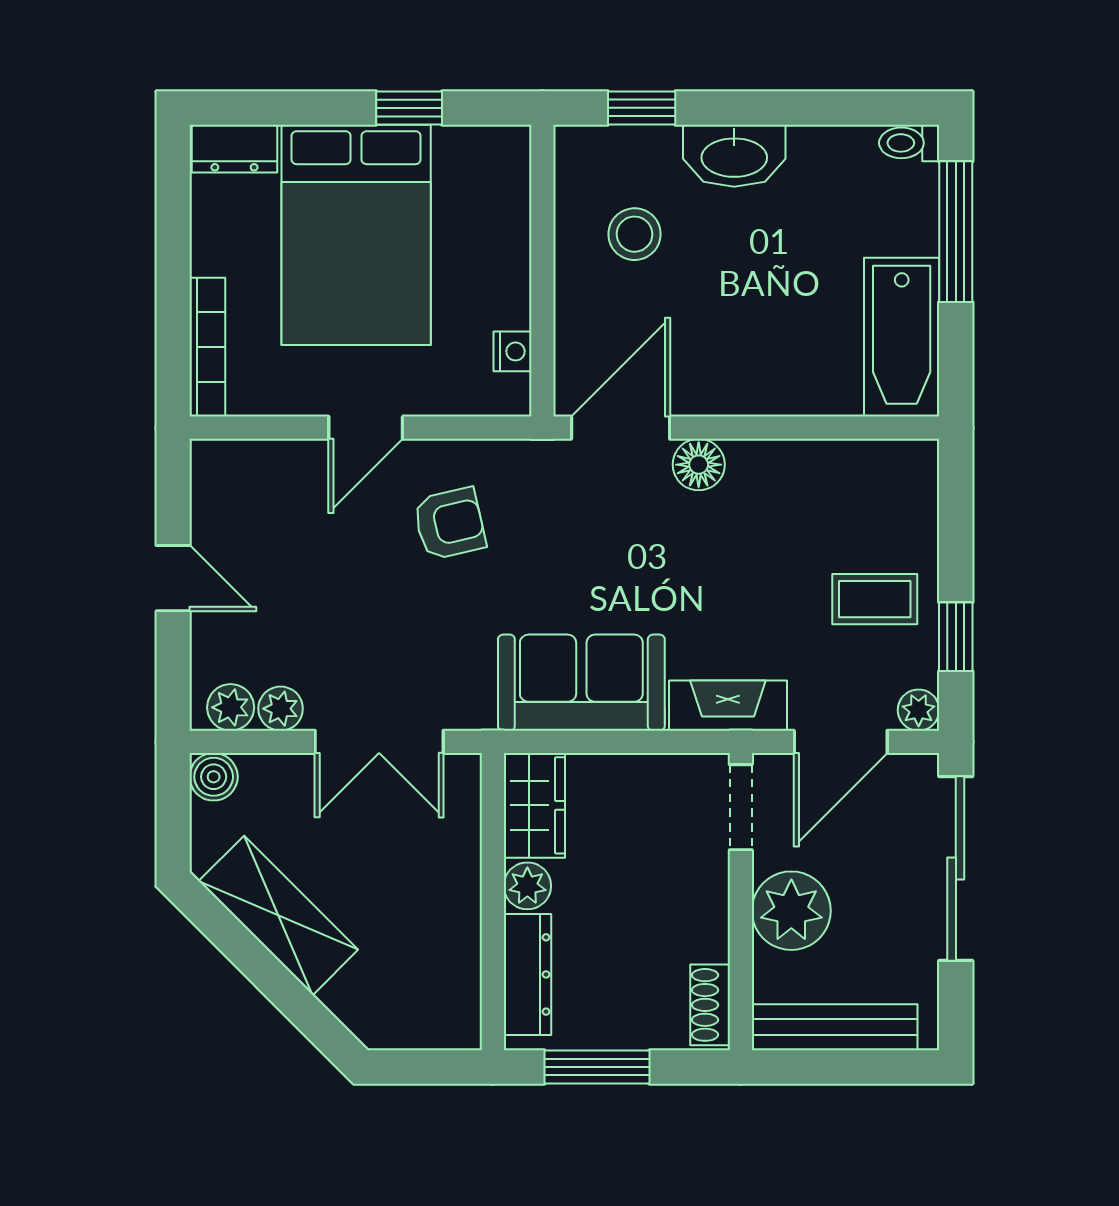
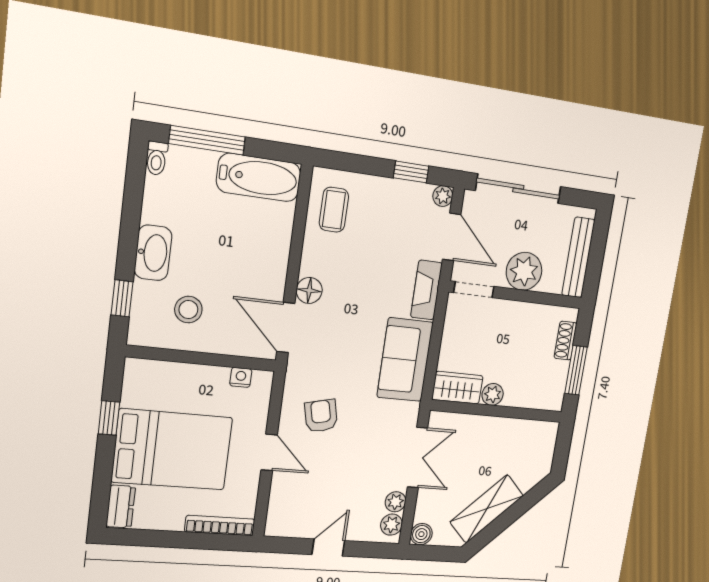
coffee table: (875, 599) -> (334, 210), moved
dresser: (528, 974) -> (531, 398), removed
shoe rack: (710, 1005) -> (565, 341), moved, turned 90

